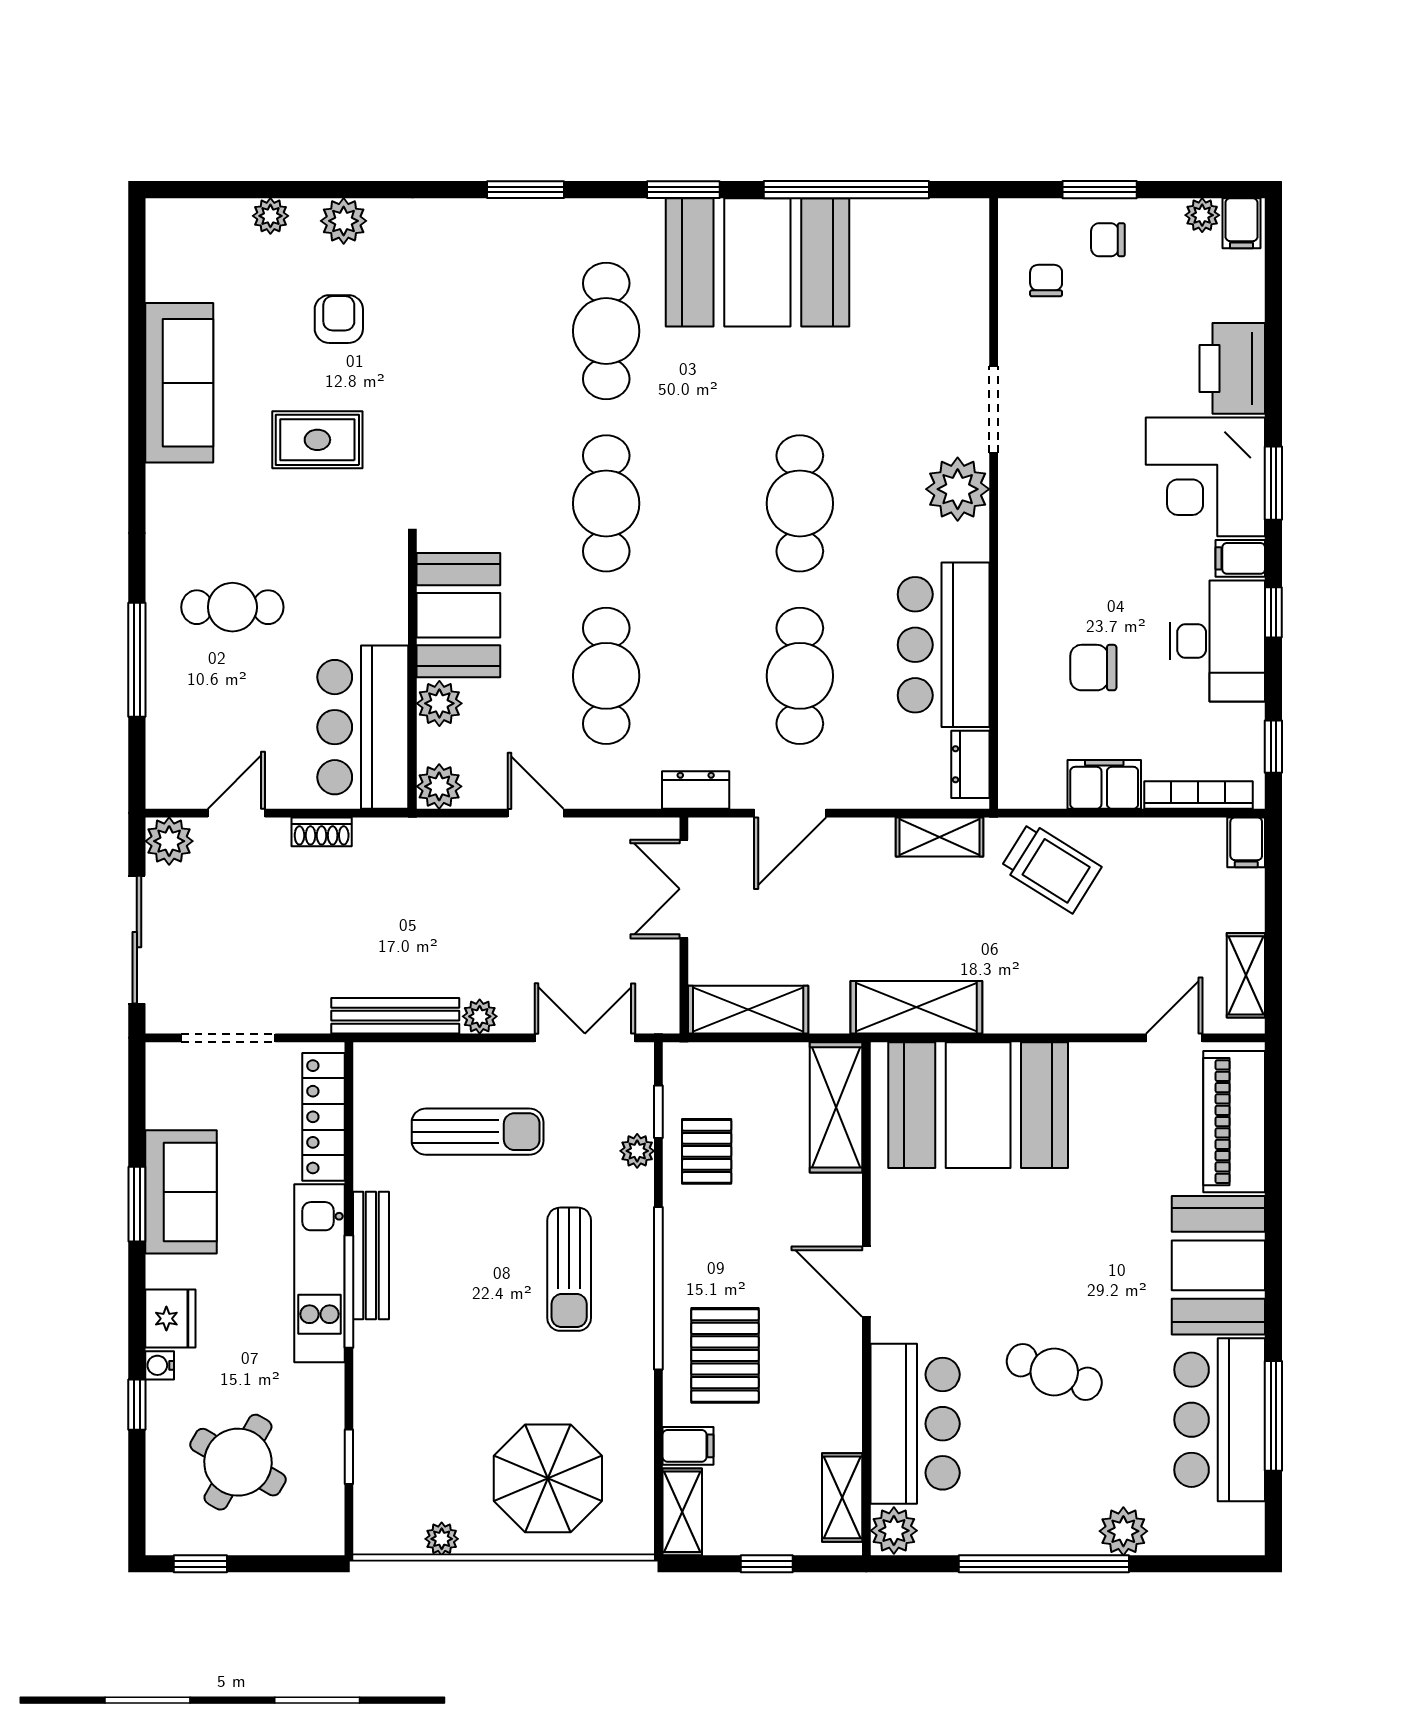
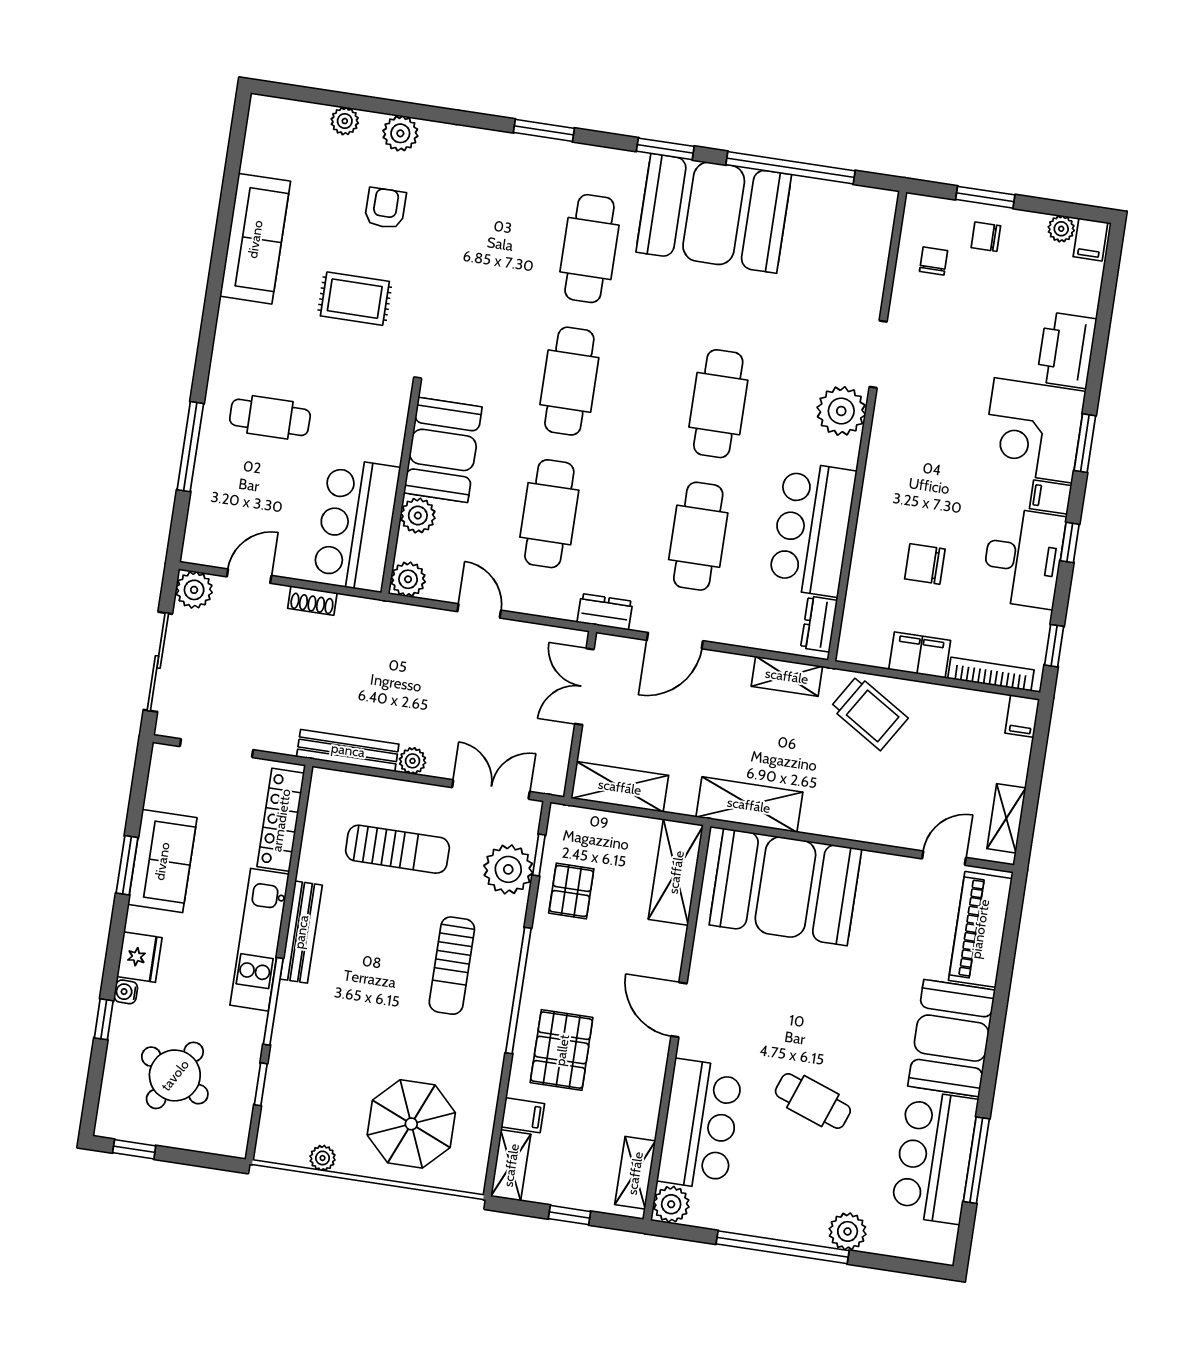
plant: (637, 1151) -> (508, 869), width x1.87, depth x1.87
window: (349, 1292) -> (273, 1001), moved

